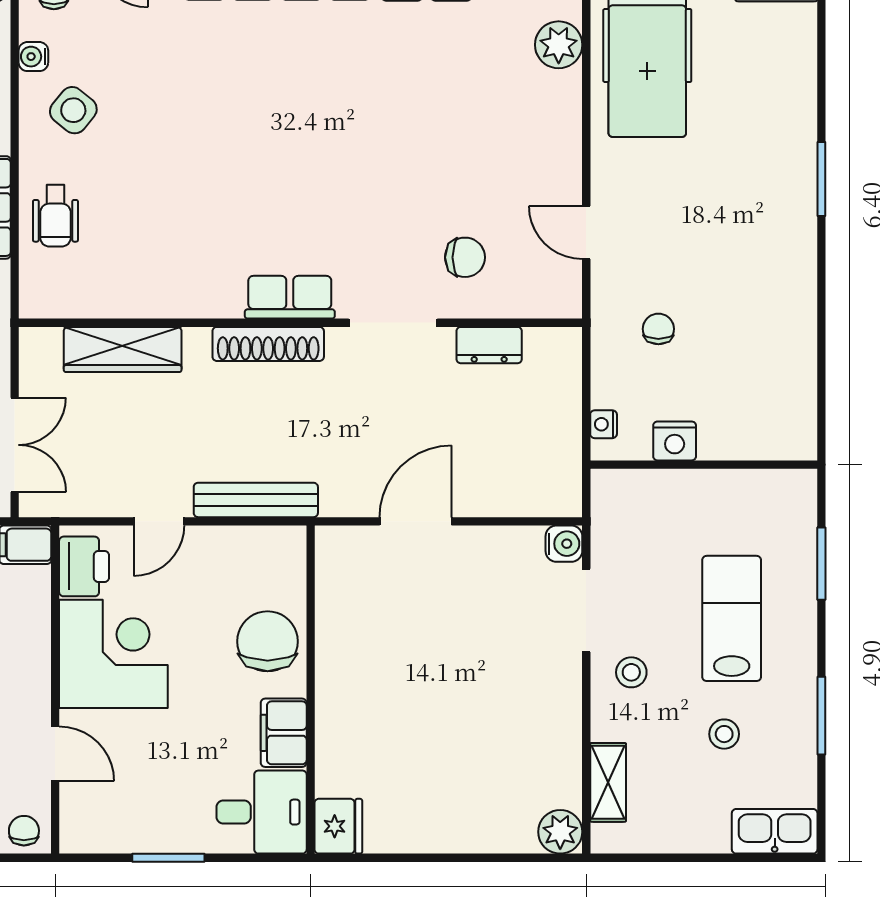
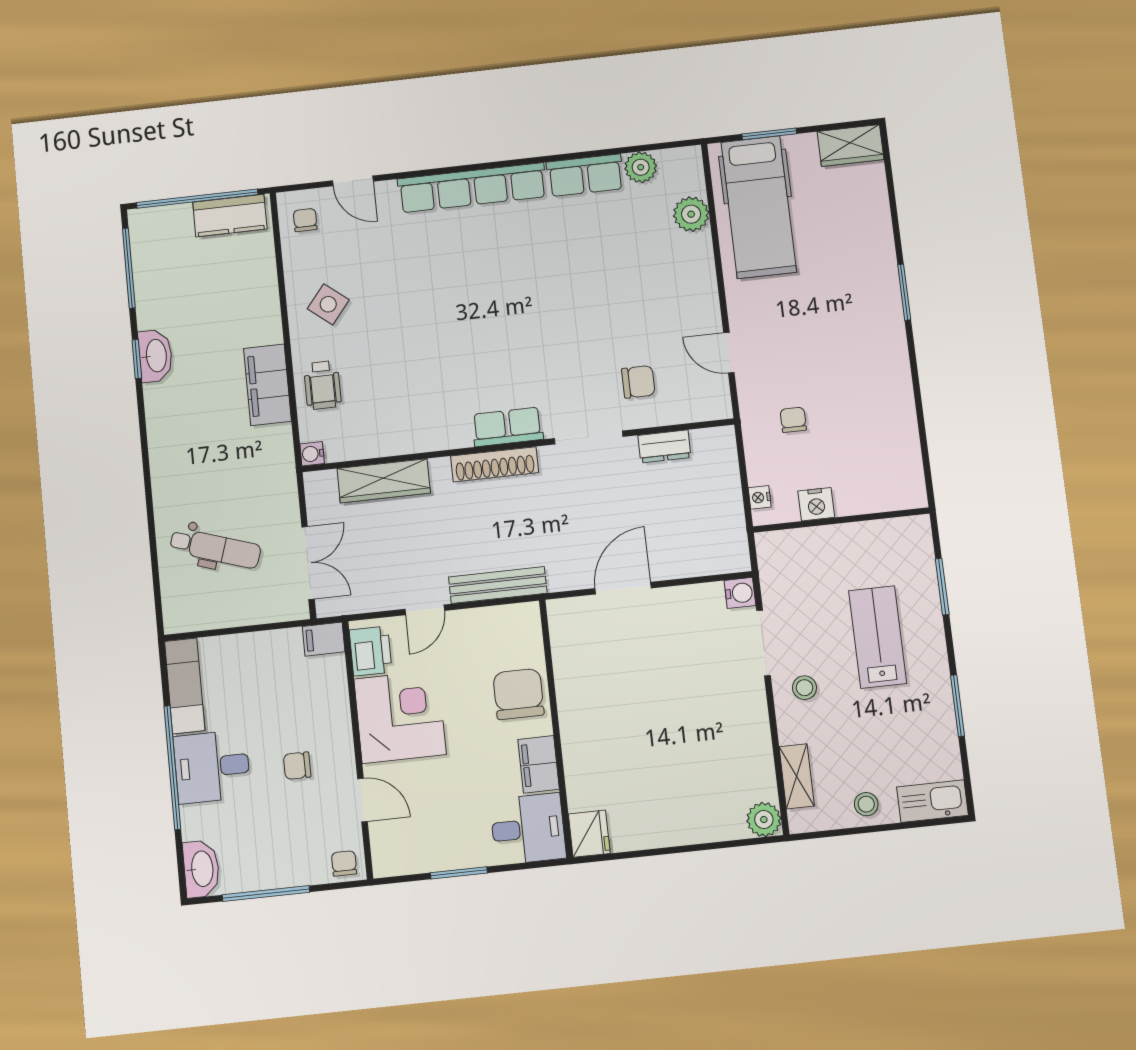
water cooler: (33, 57) -> (312, 454), moved
stool: (724, 734) -> (866, 804), moved

